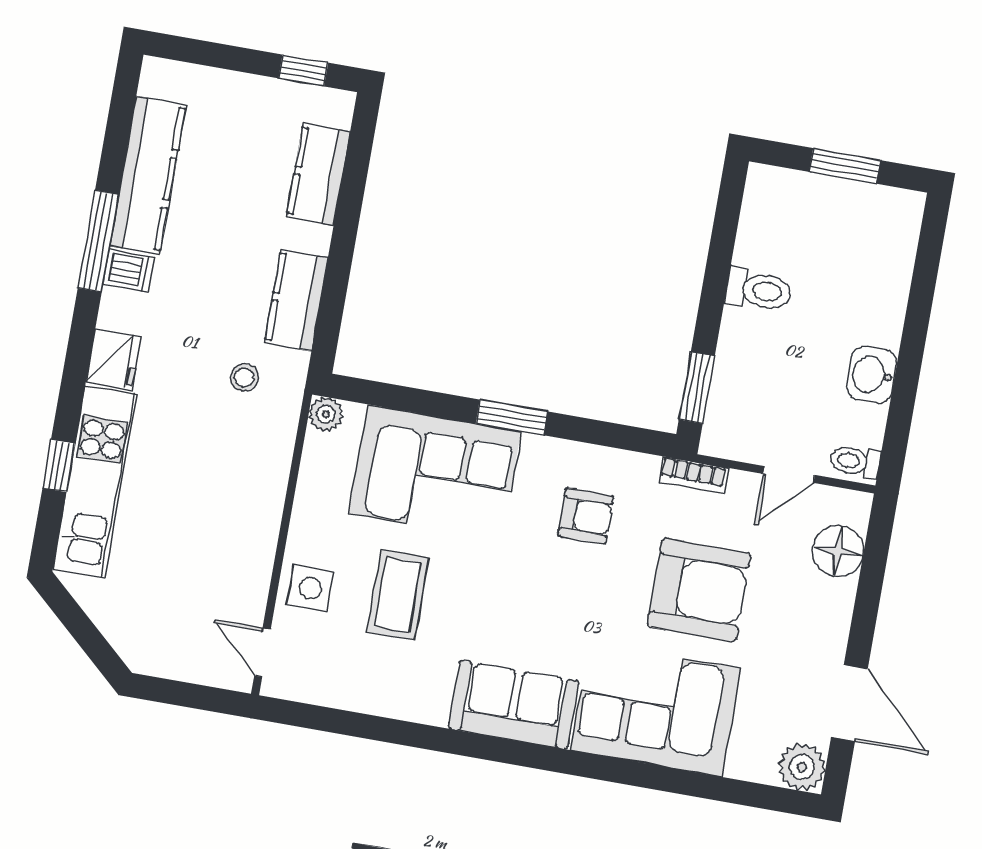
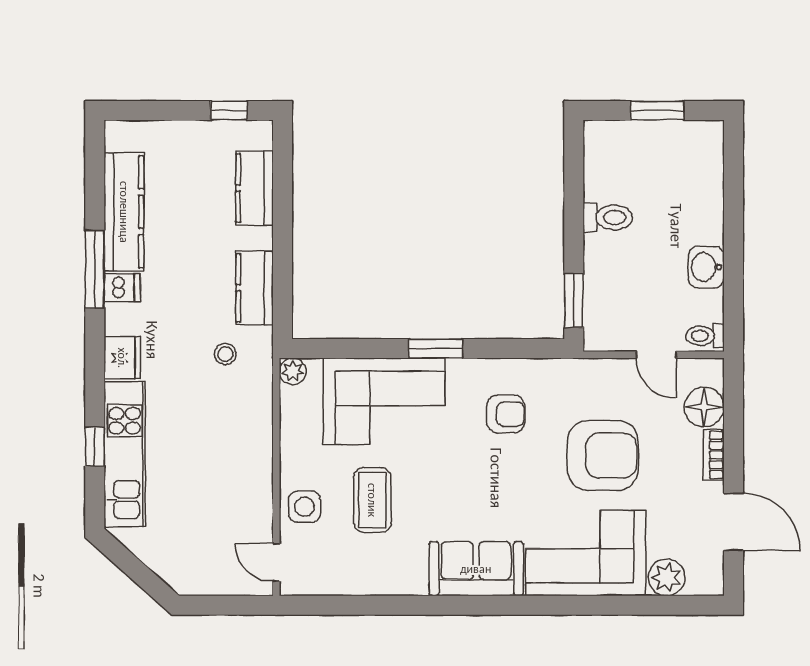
door: (789, 474) -> (656, 355), hinge flipped
bookcase: (693, 475) -> (714, 455), moved, turned 90
plant: (802, 767) -> (667, 577), moved

